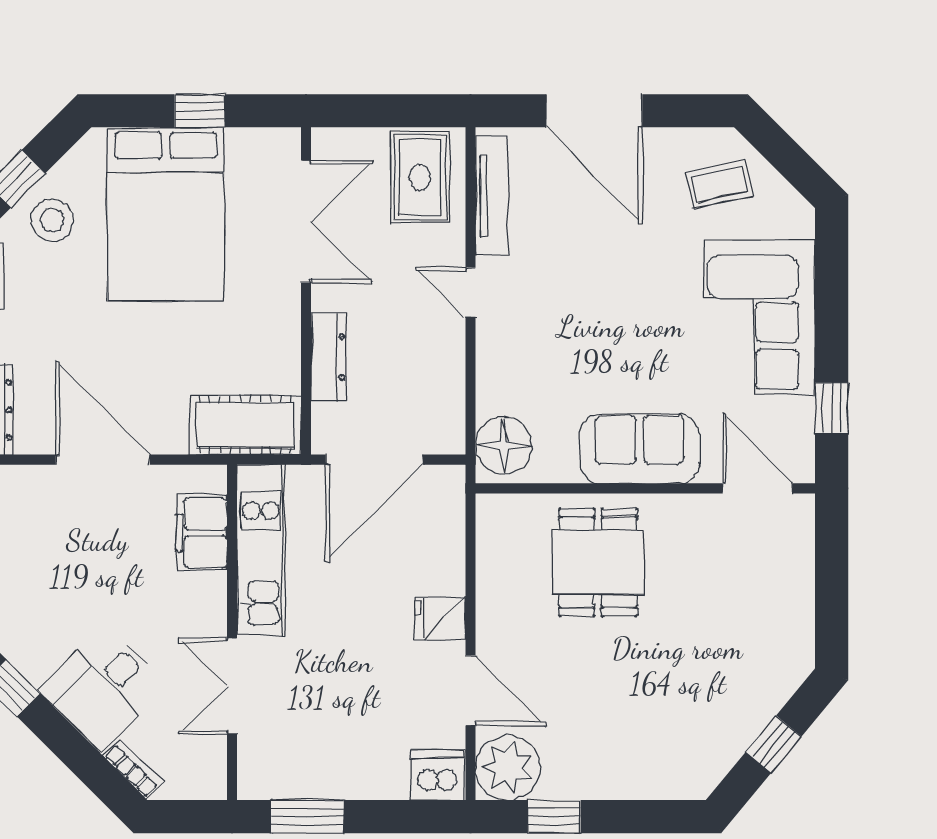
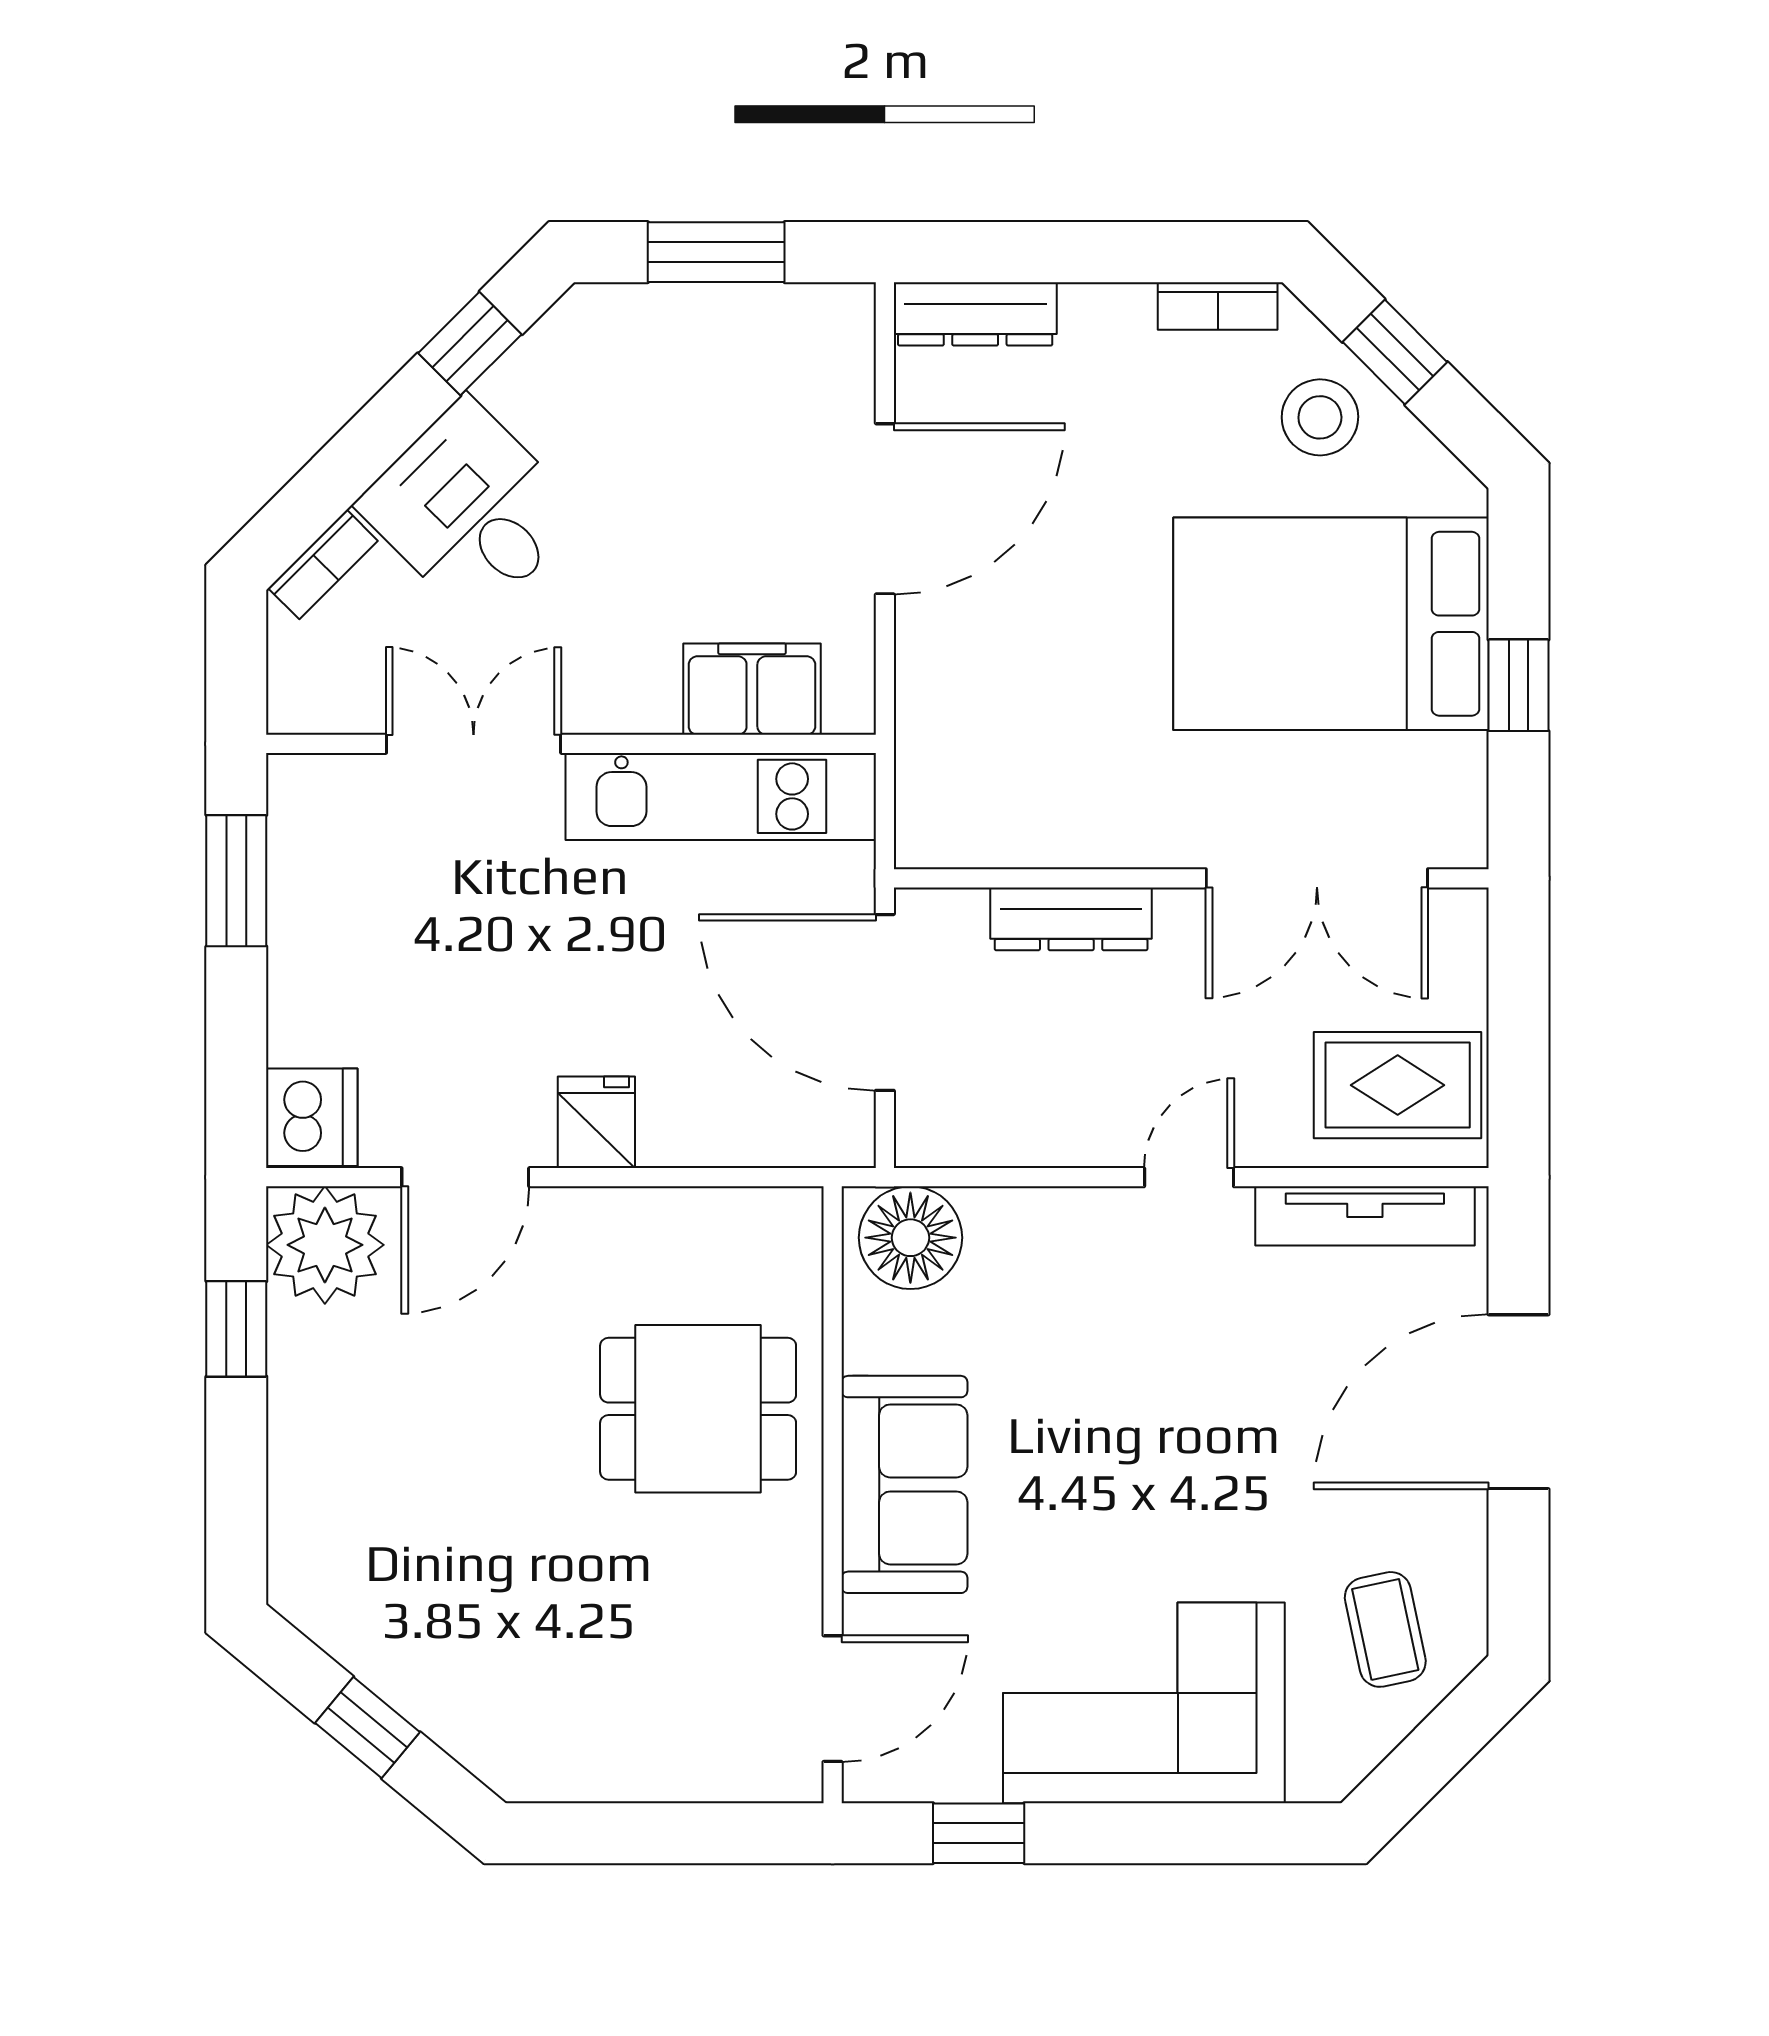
cot: (245, 425) -> (948, 768), removed

